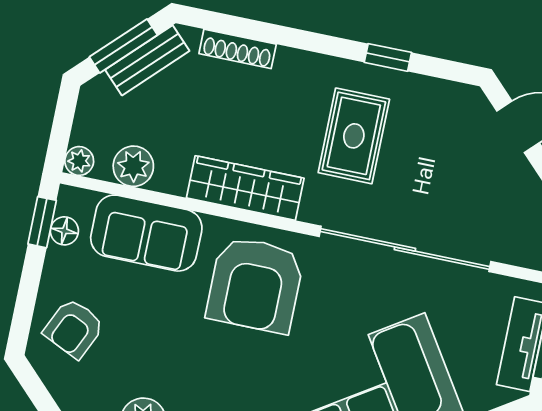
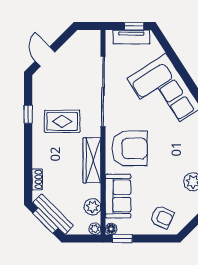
shoe rack: (238, 49) -> (37, 179), width x0.70
bench: (147, 60) -> (53, 214), width x1.36
floor lamp: (64, 231) -> (111, 229), moved

